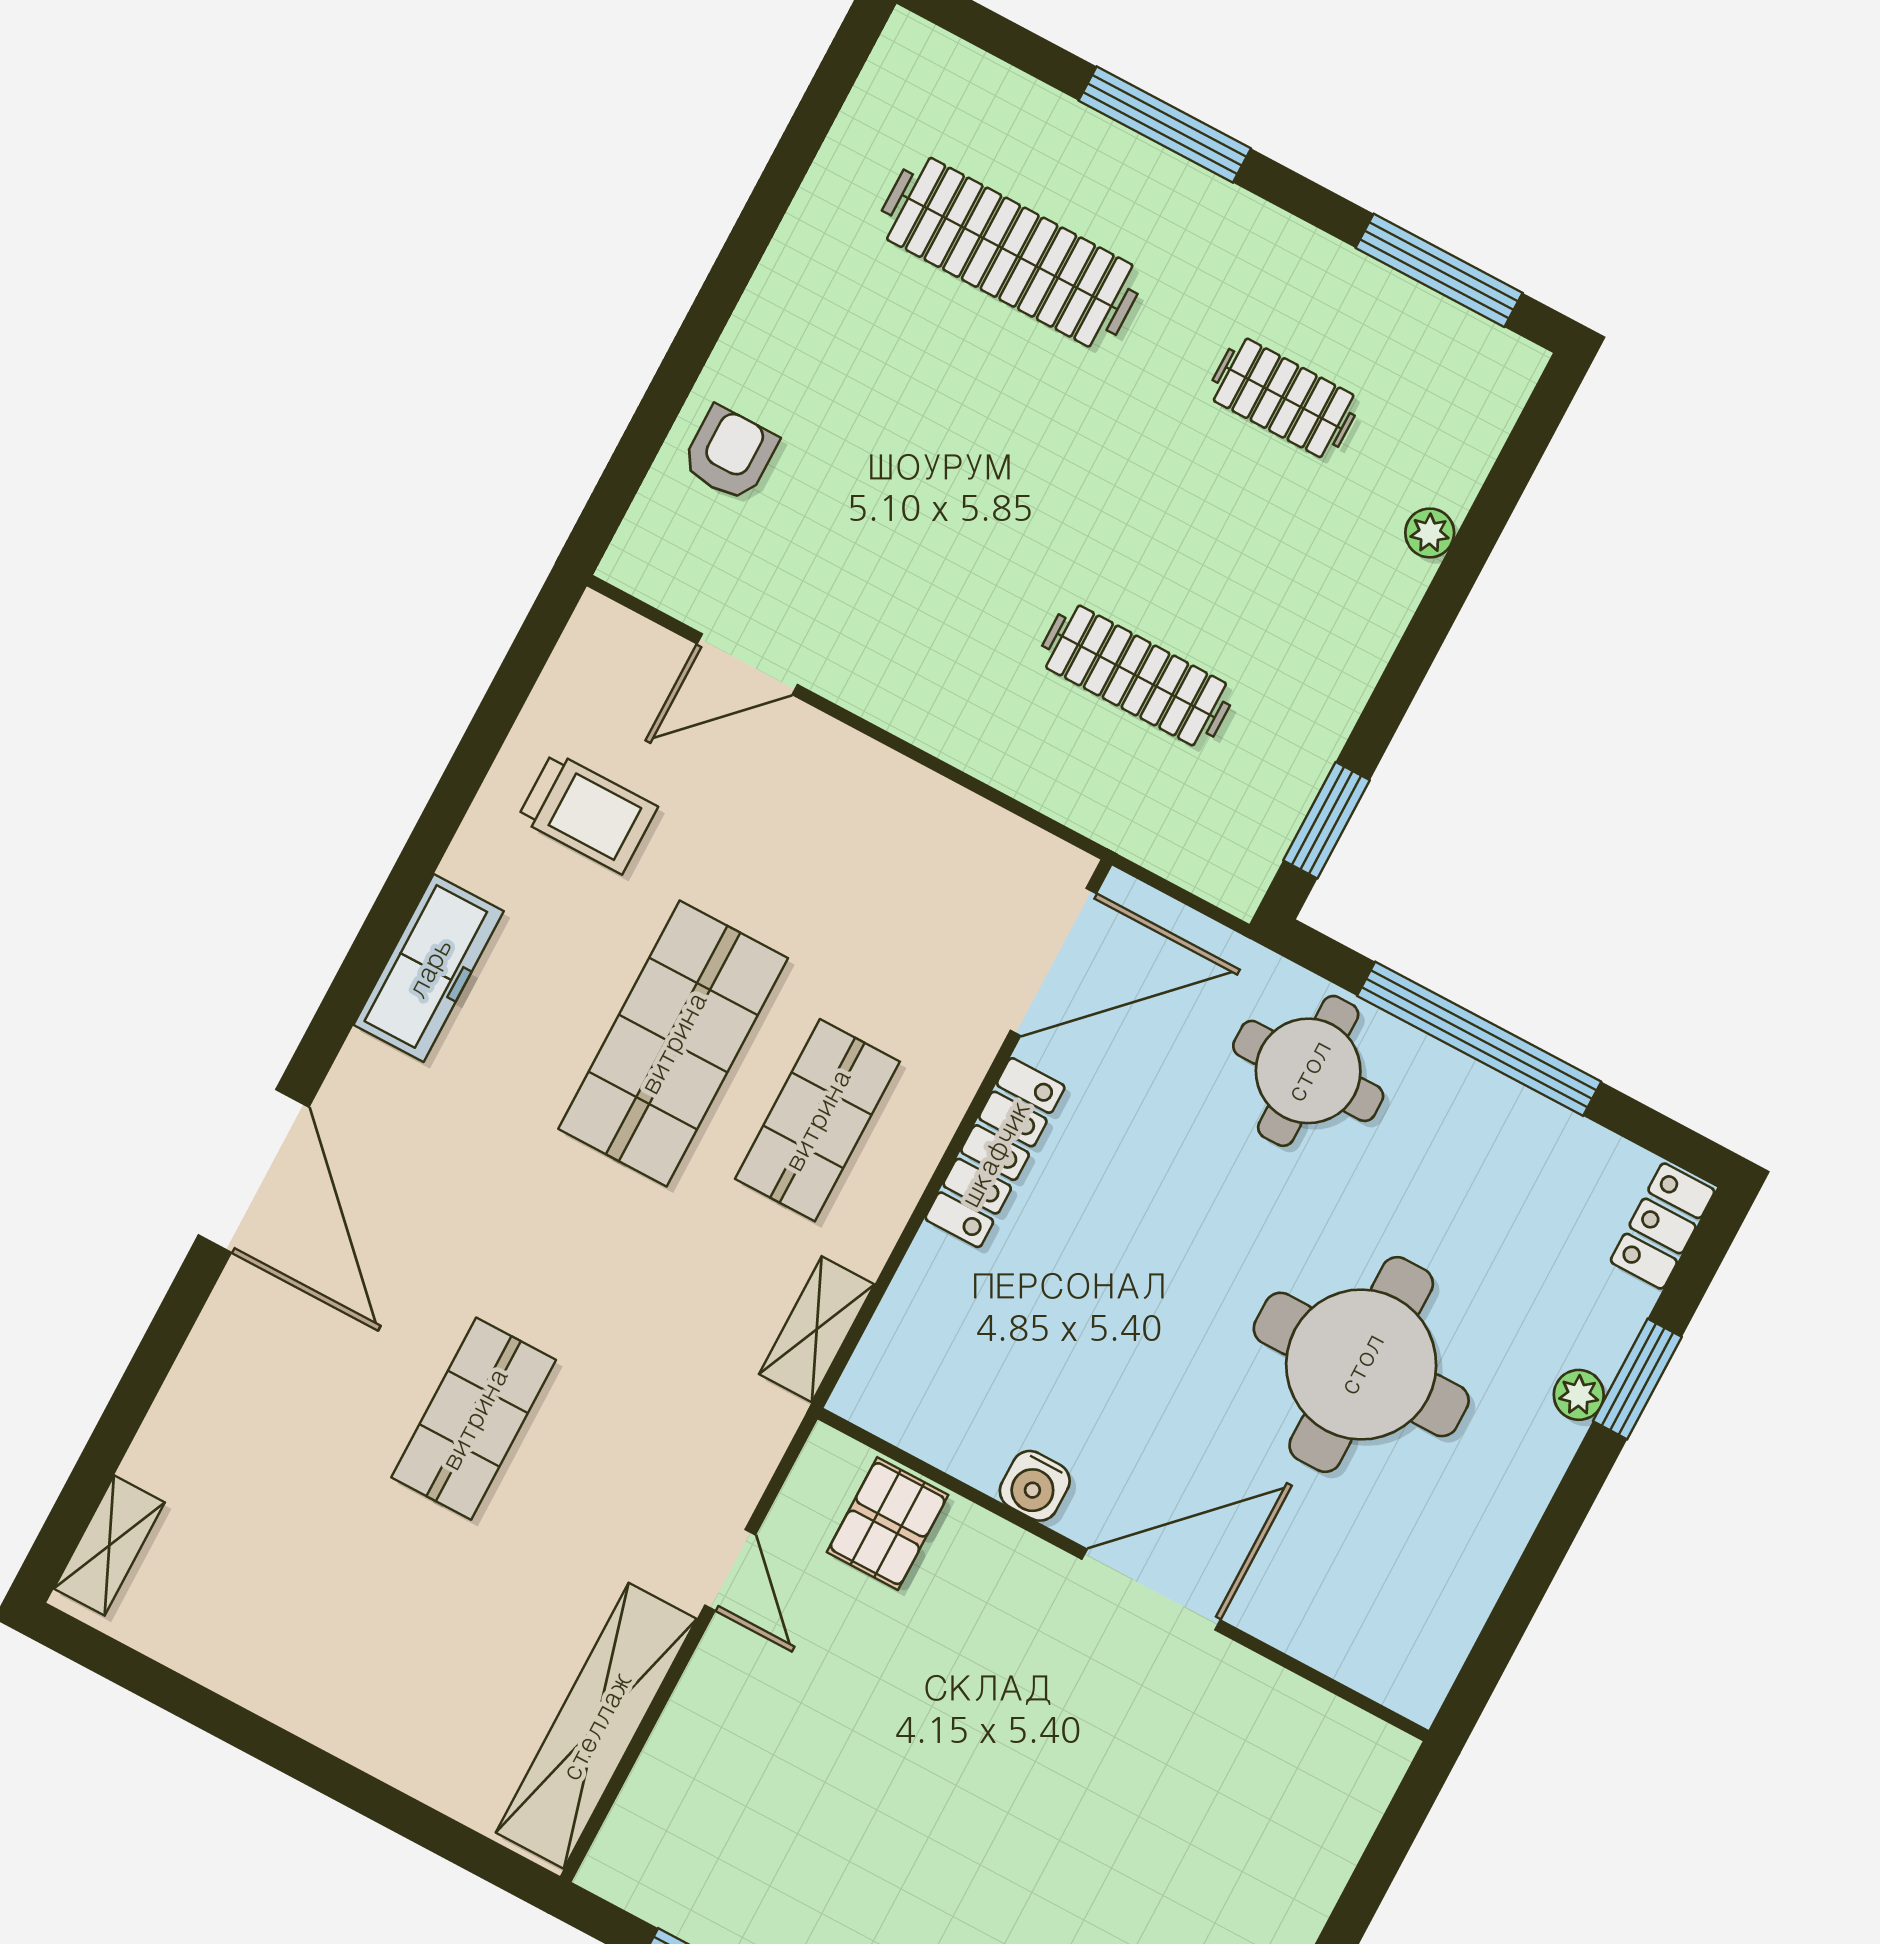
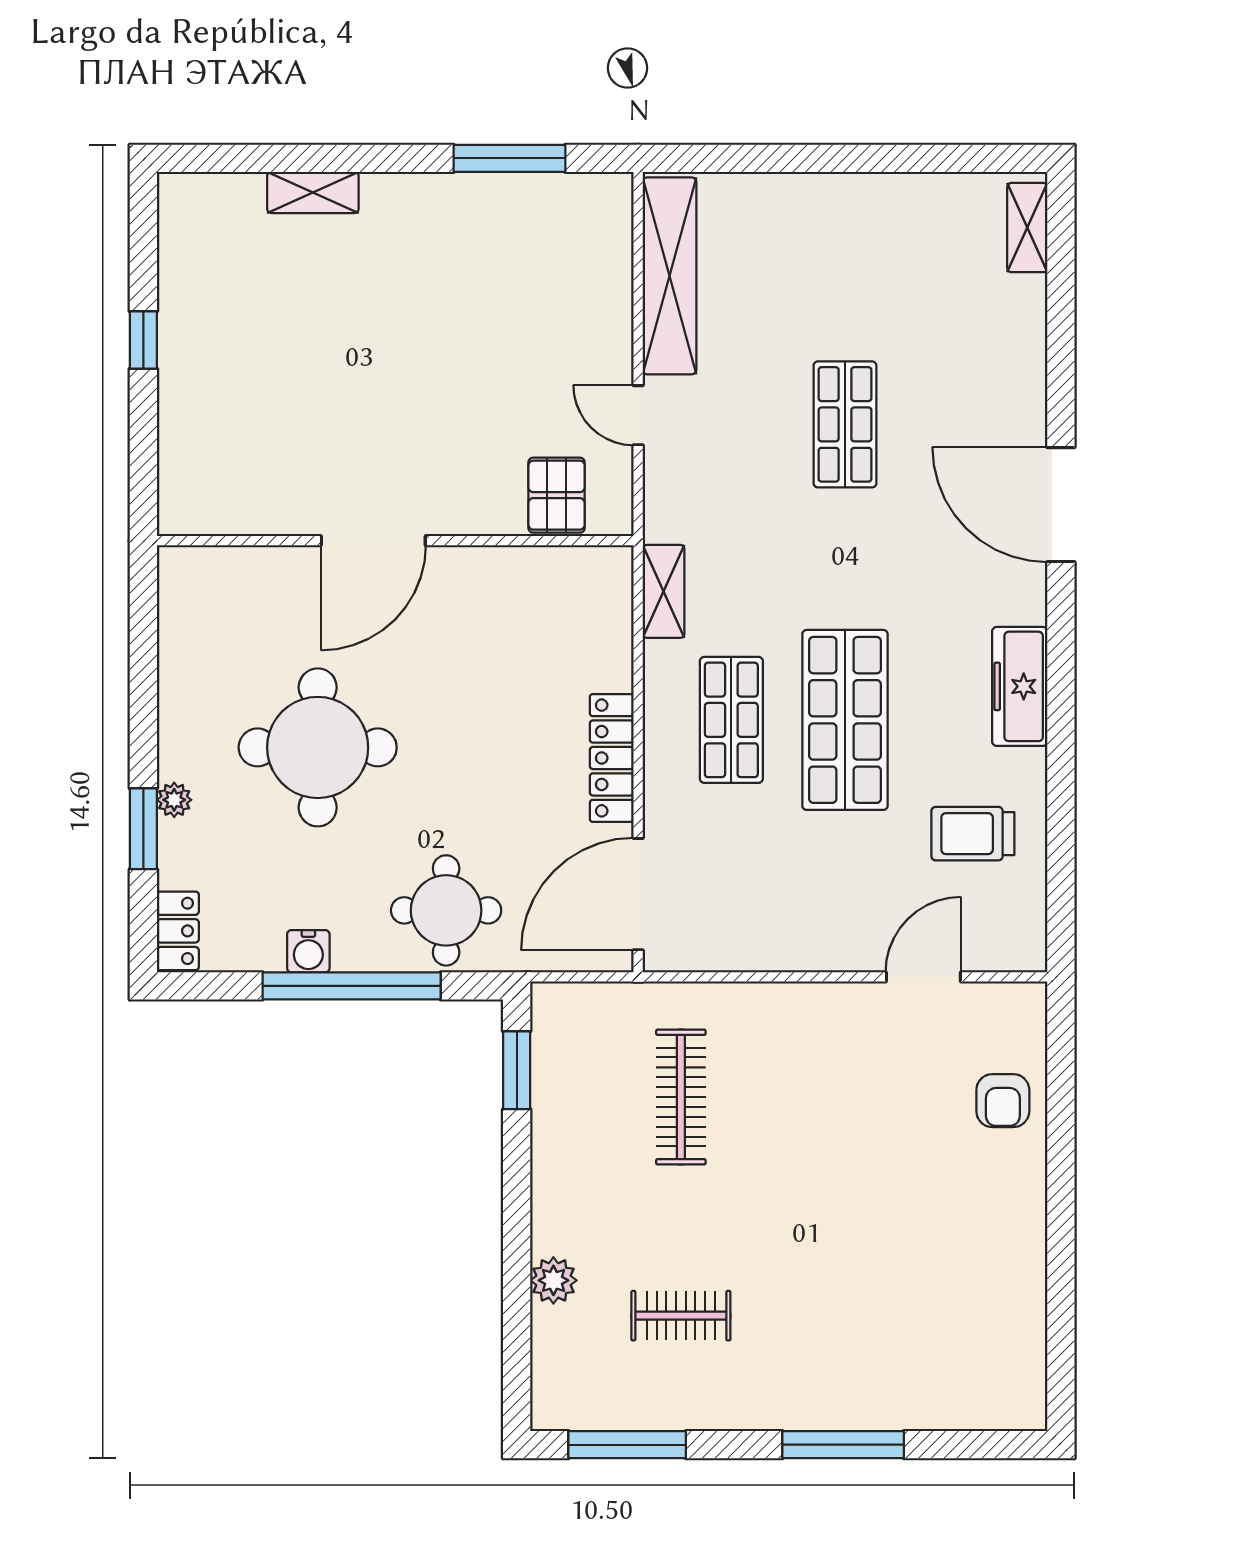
clothes rail: (1010, 252) -> (897, 1316), removed
plant: (1430, 533) -> (553, 1280), width x1.38, depth x1.38
clothes rail: (1136, 675) -> (681, 1097), turned 90
water cooler: (1035, 1486) -> (308, 951), moved, turned 180

